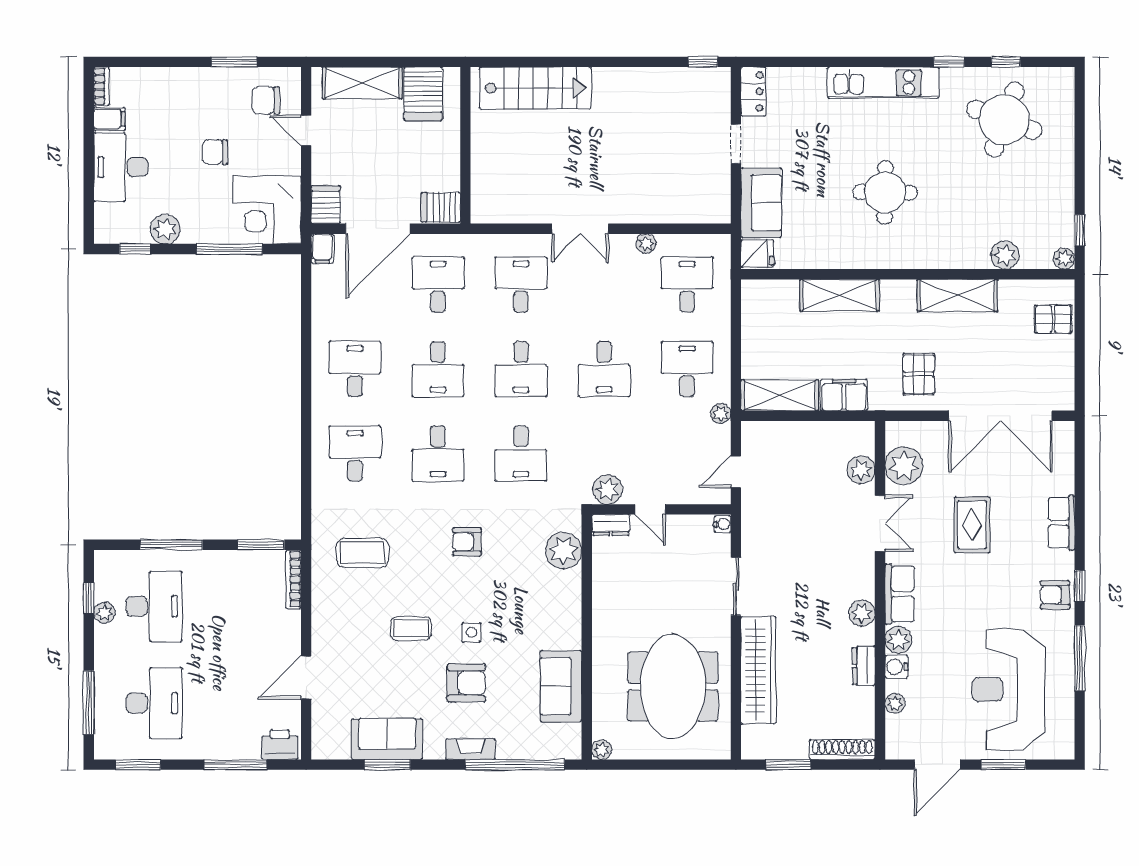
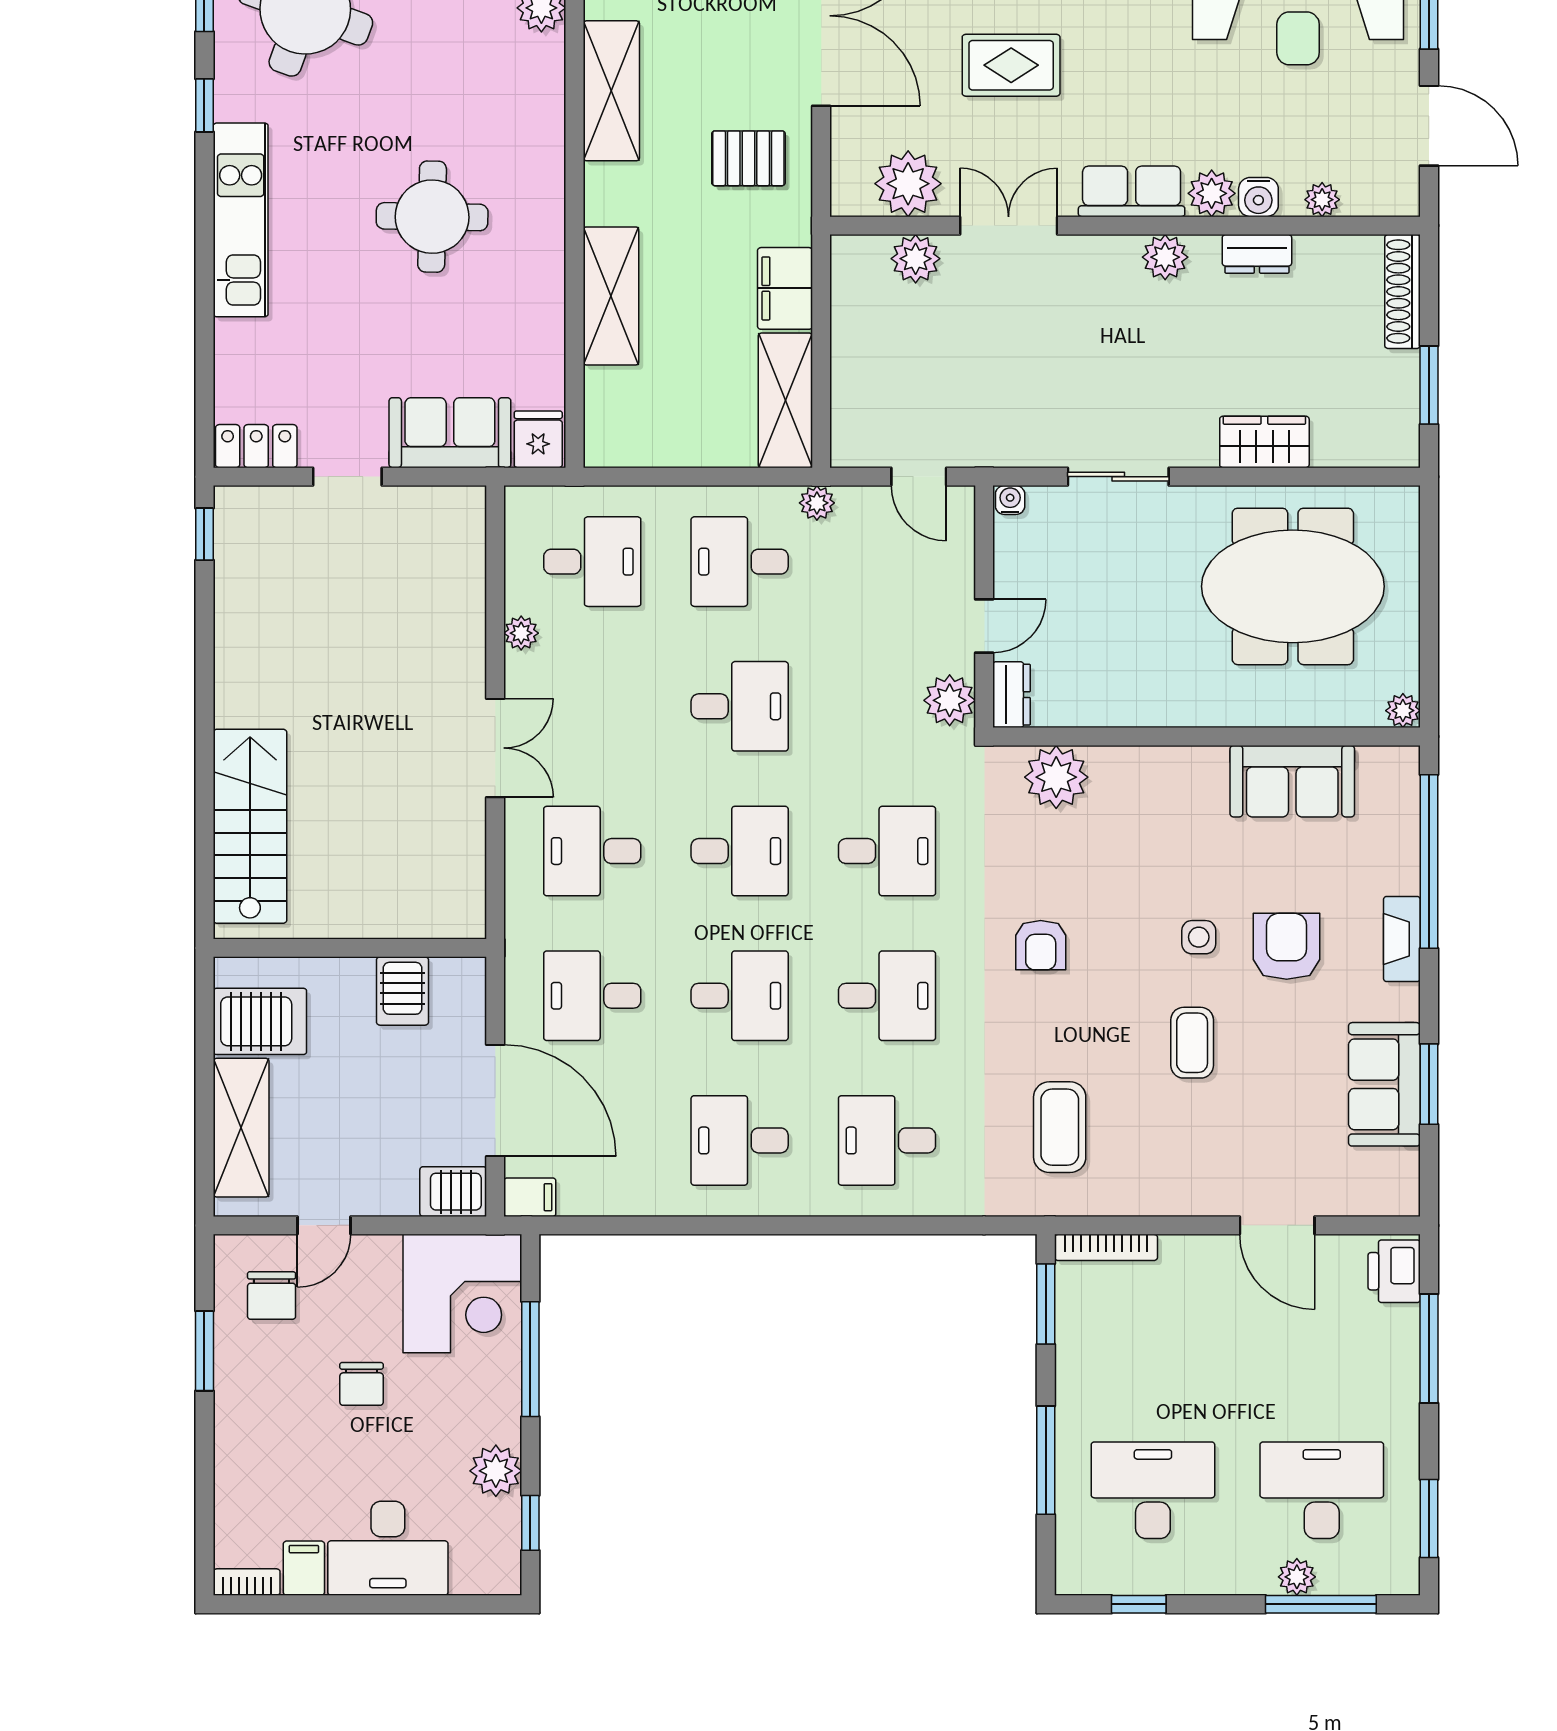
server rack: (441, 207) -> (402, 991), moved
desk: (687, 284) -> (592, 562), turned 180
plant: (104, 613) -> (1297, 1577), moved
wardrobe: (758, 670) -> (1264, 442), width x0.48, depth x0.85

